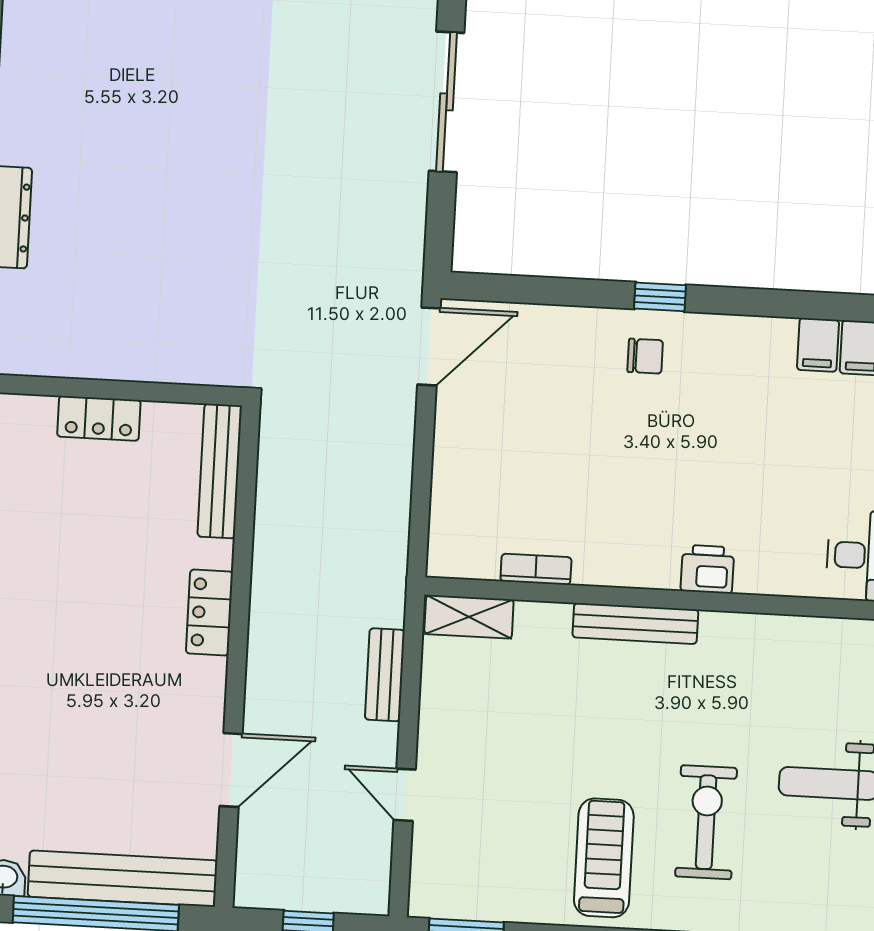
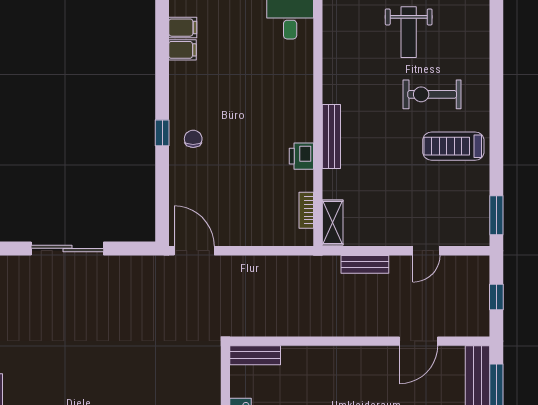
bench: (220, 471) -> (255, 355), width x0.73
bookcase: (536, 569) -> (306, 210), moved
printer: (707, 569) -> (301, 156), moved
locker: (209, 612) -> (338, 357), removed
door: (231, 770) -> (418, 341), swing flipped

